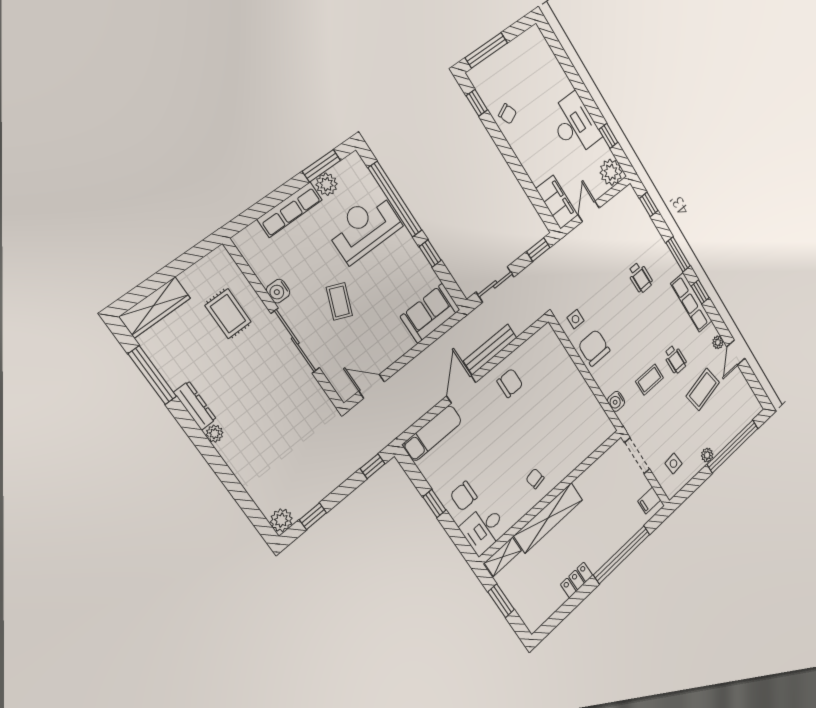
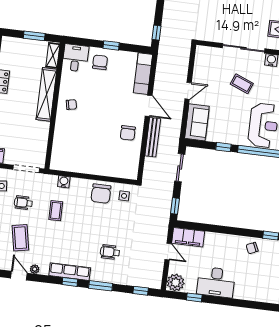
chair: (594, 348) -> (101, 194), turned 90
wheelchair: (675, 359) -> (23, 203), moved
door: (372, 386) -> (188, 91), moved

